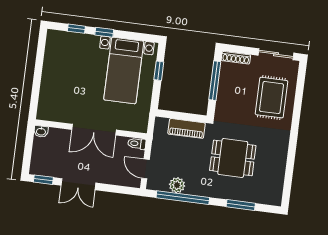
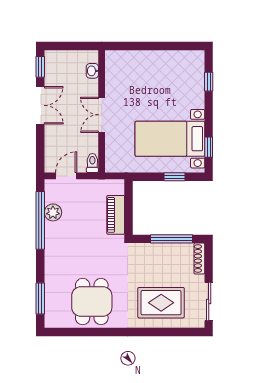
window: (104, 32) -> (209, 147), moved
double door: (94, 130) -> (102, 115), width x0.73
washbasin: (41, 131) -> (92, 71), moved
dining table: (233, 158) -> (92, 302), moved
double door: (78, 184) -> (40, 105), swing flipped
window: (241, 205) -> (40, 299), moved

